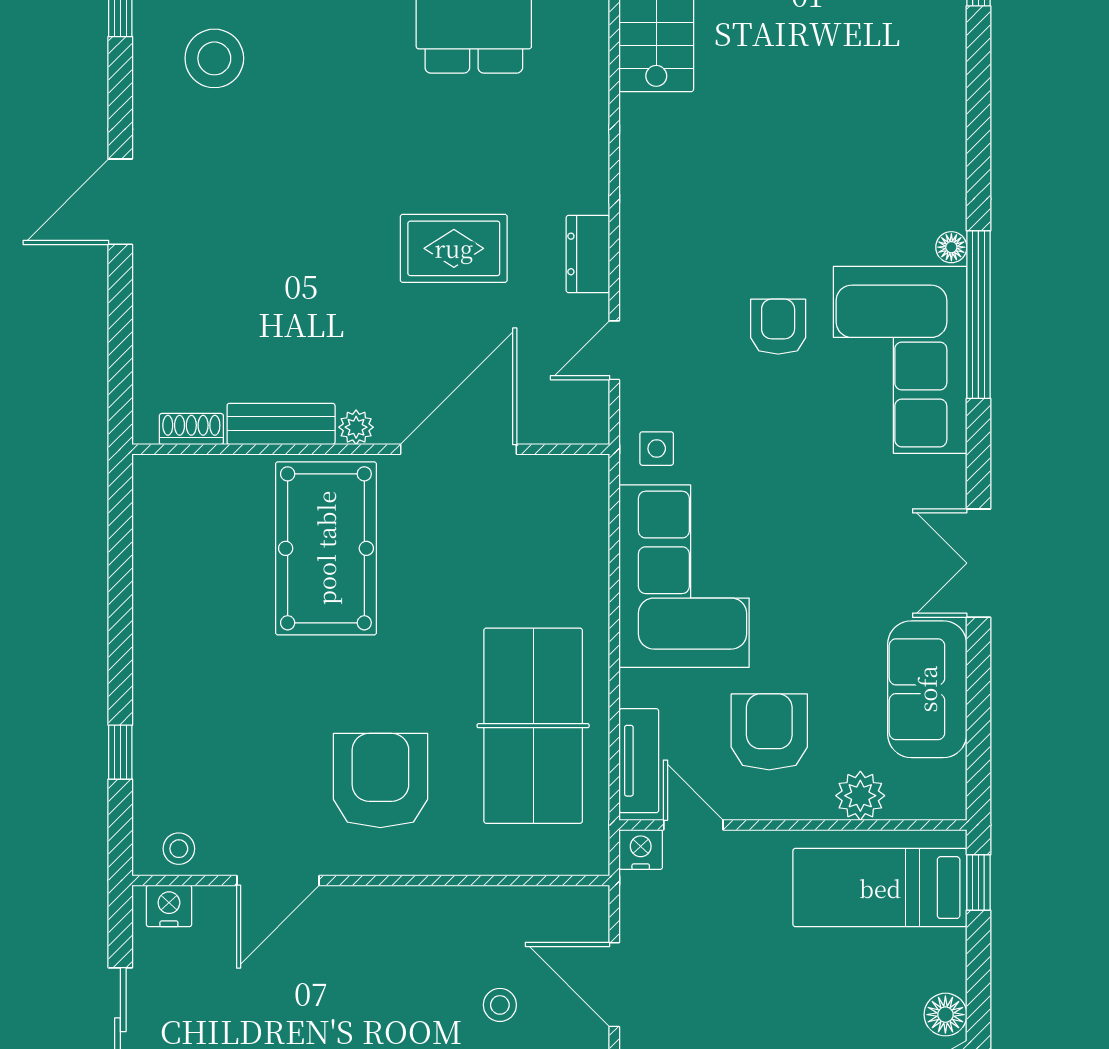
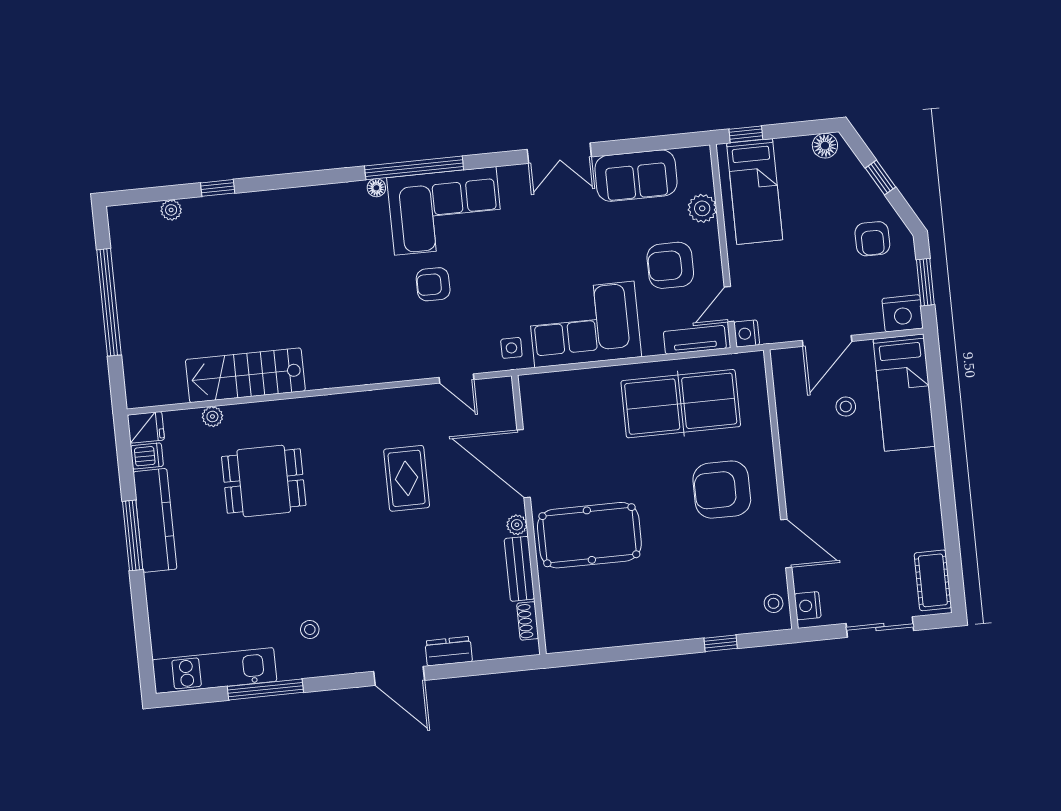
stool: (214, 58) -> (310, 629), width x0.53, depth x0.53
dresser: (588, 254) -> (449, 651), moved, turned 180

